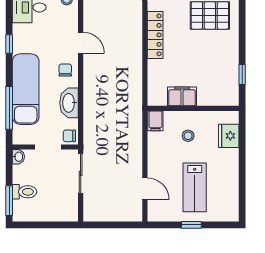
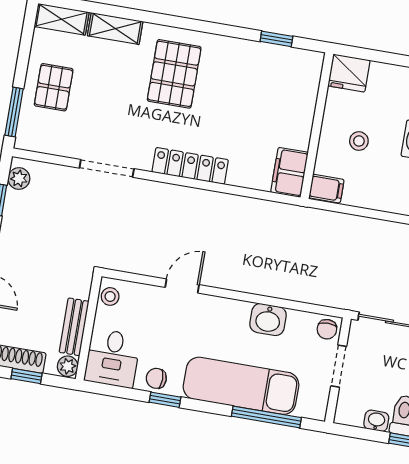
chair: (65, 70) -> (156, 378), moved
filing cabinet: (182, 96) -> (289, 172), moved
washbasin: (69, 103) -> (268, 320), width x0.72
fridge: (229, 136) -> (349, 73), moved
washbasin: (18, 157) -> (376, 421), moved

